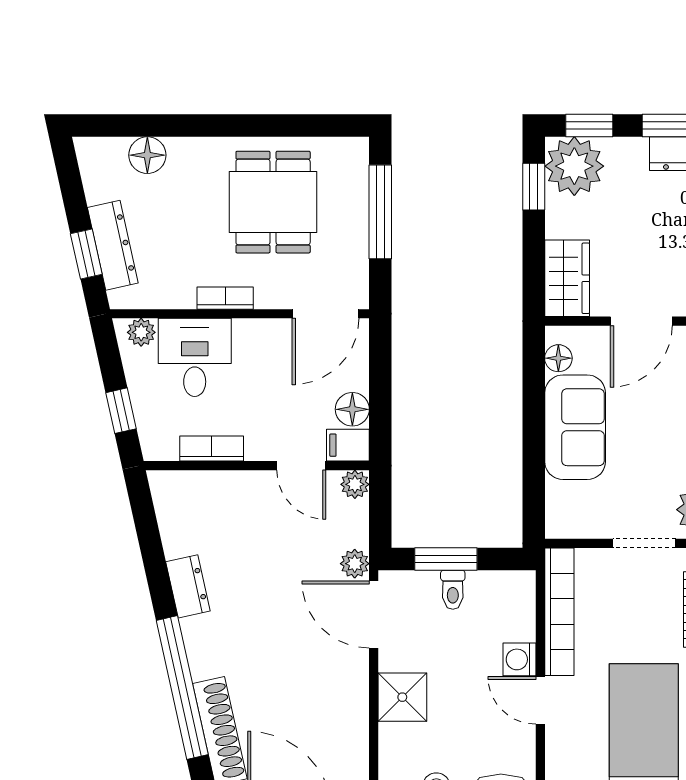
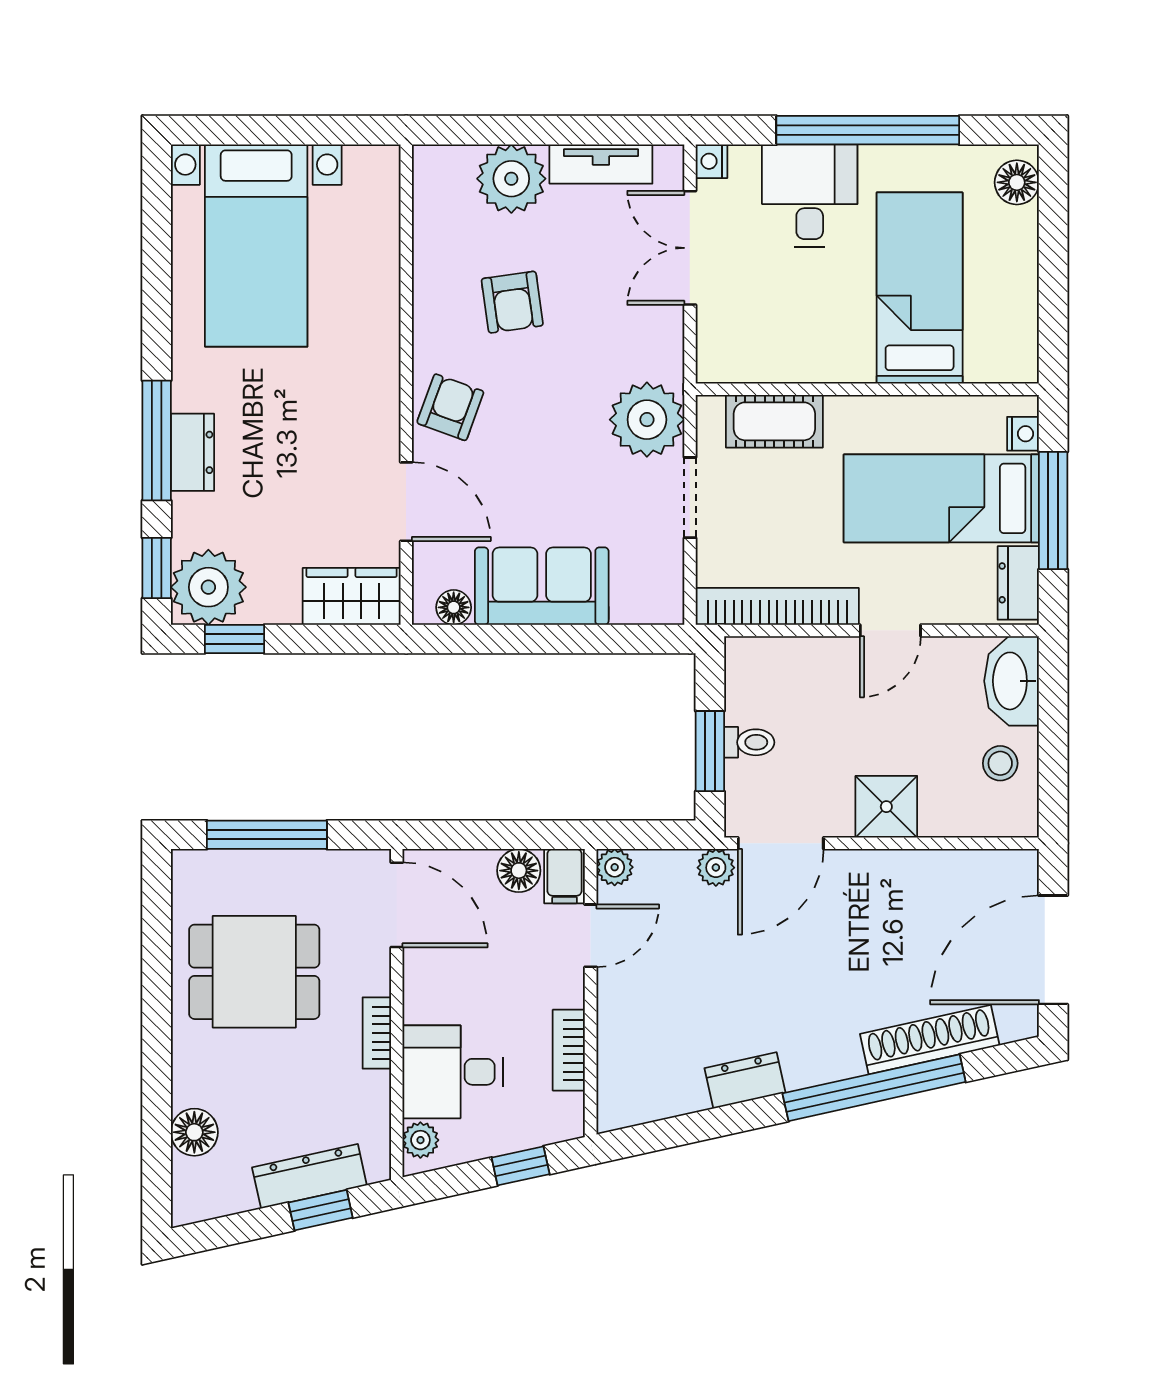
washing machine: (519, 659) -> (838, 657), removed

